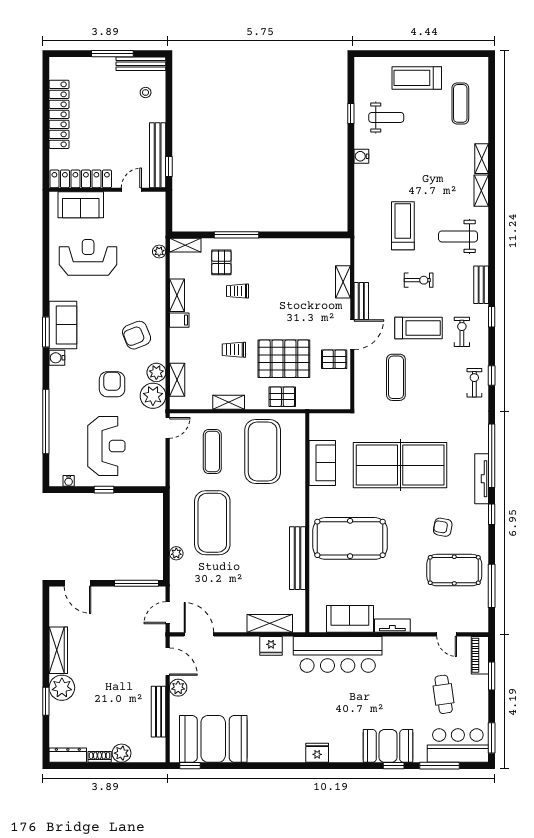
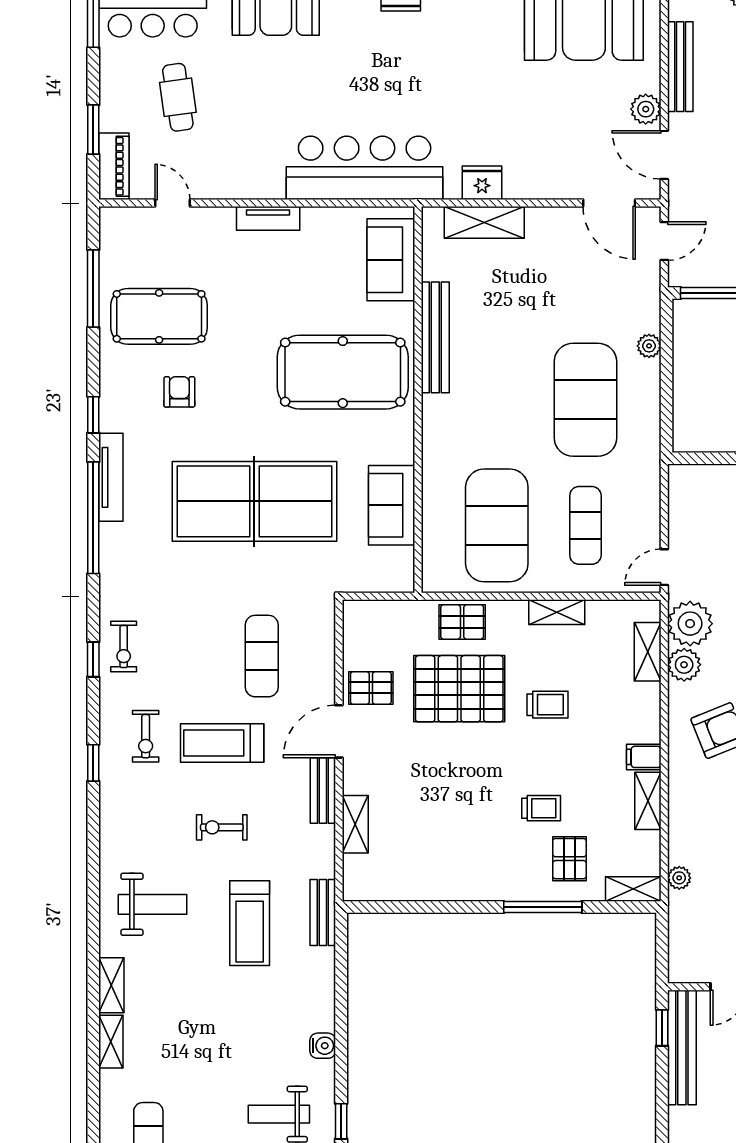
bench: (481, 285) -> (323, 912), moved
armchair: (443, 527) -> (179, 392), turned -100
sofa: (350, 619) -> (391, 260), moved, turned 90

